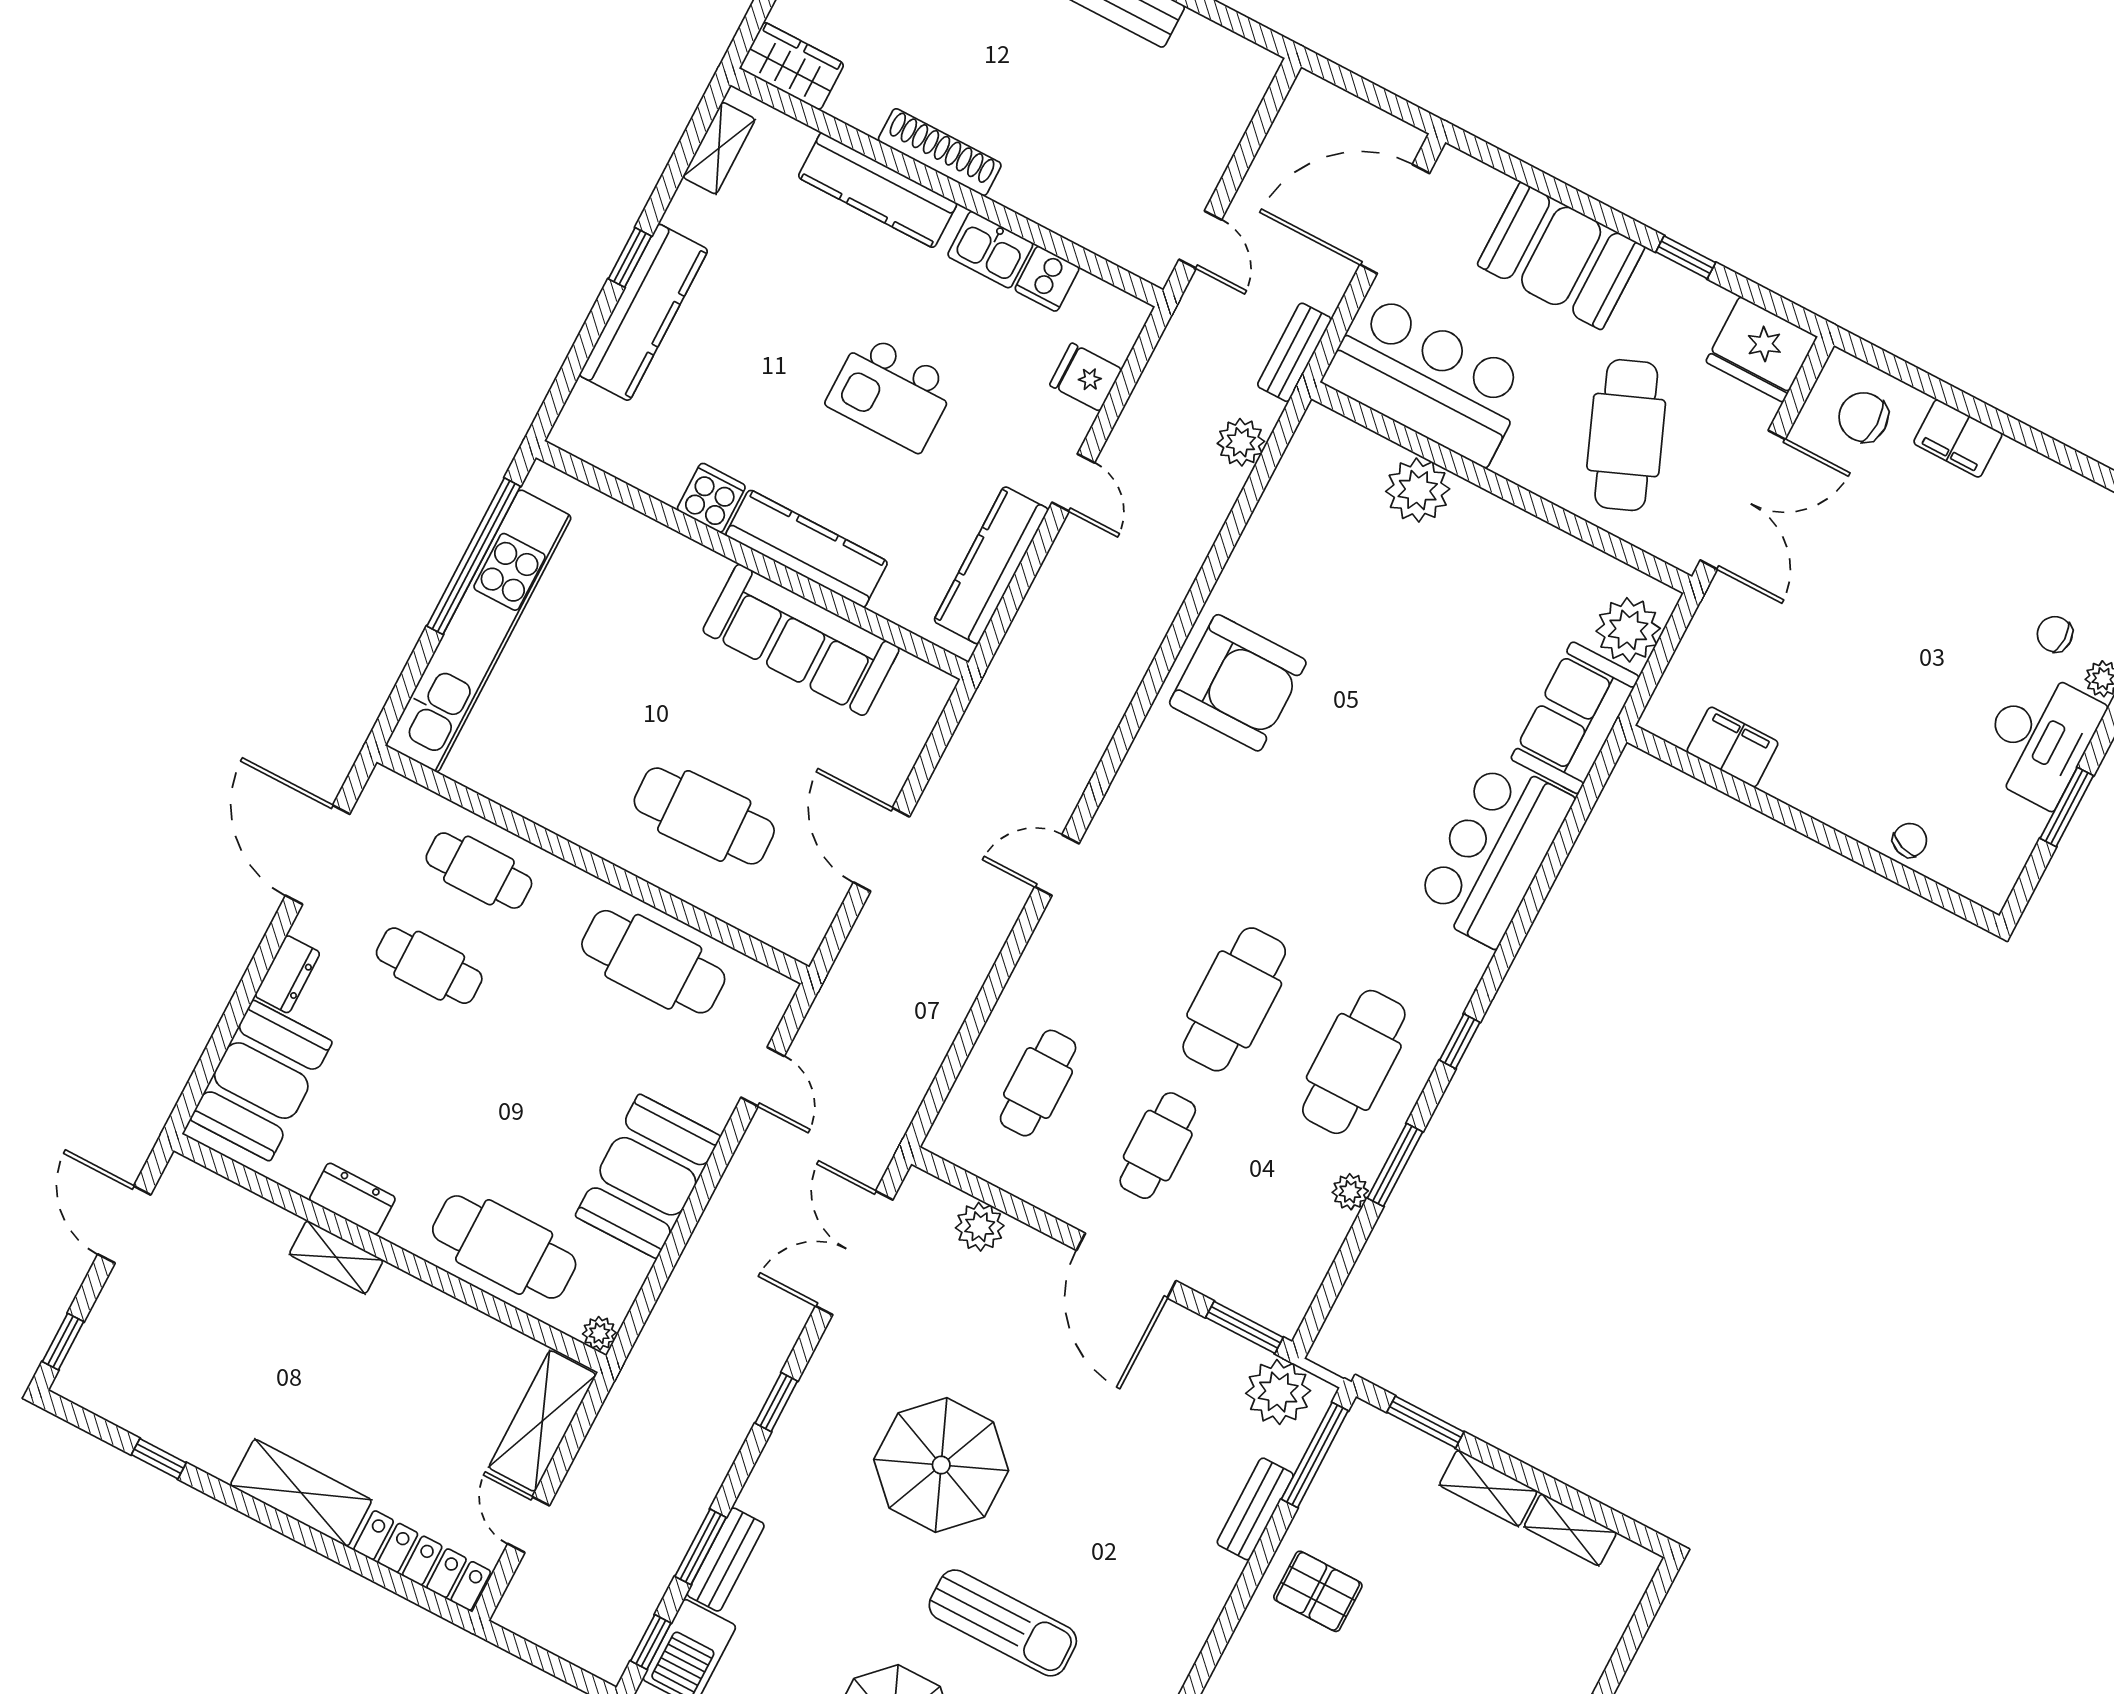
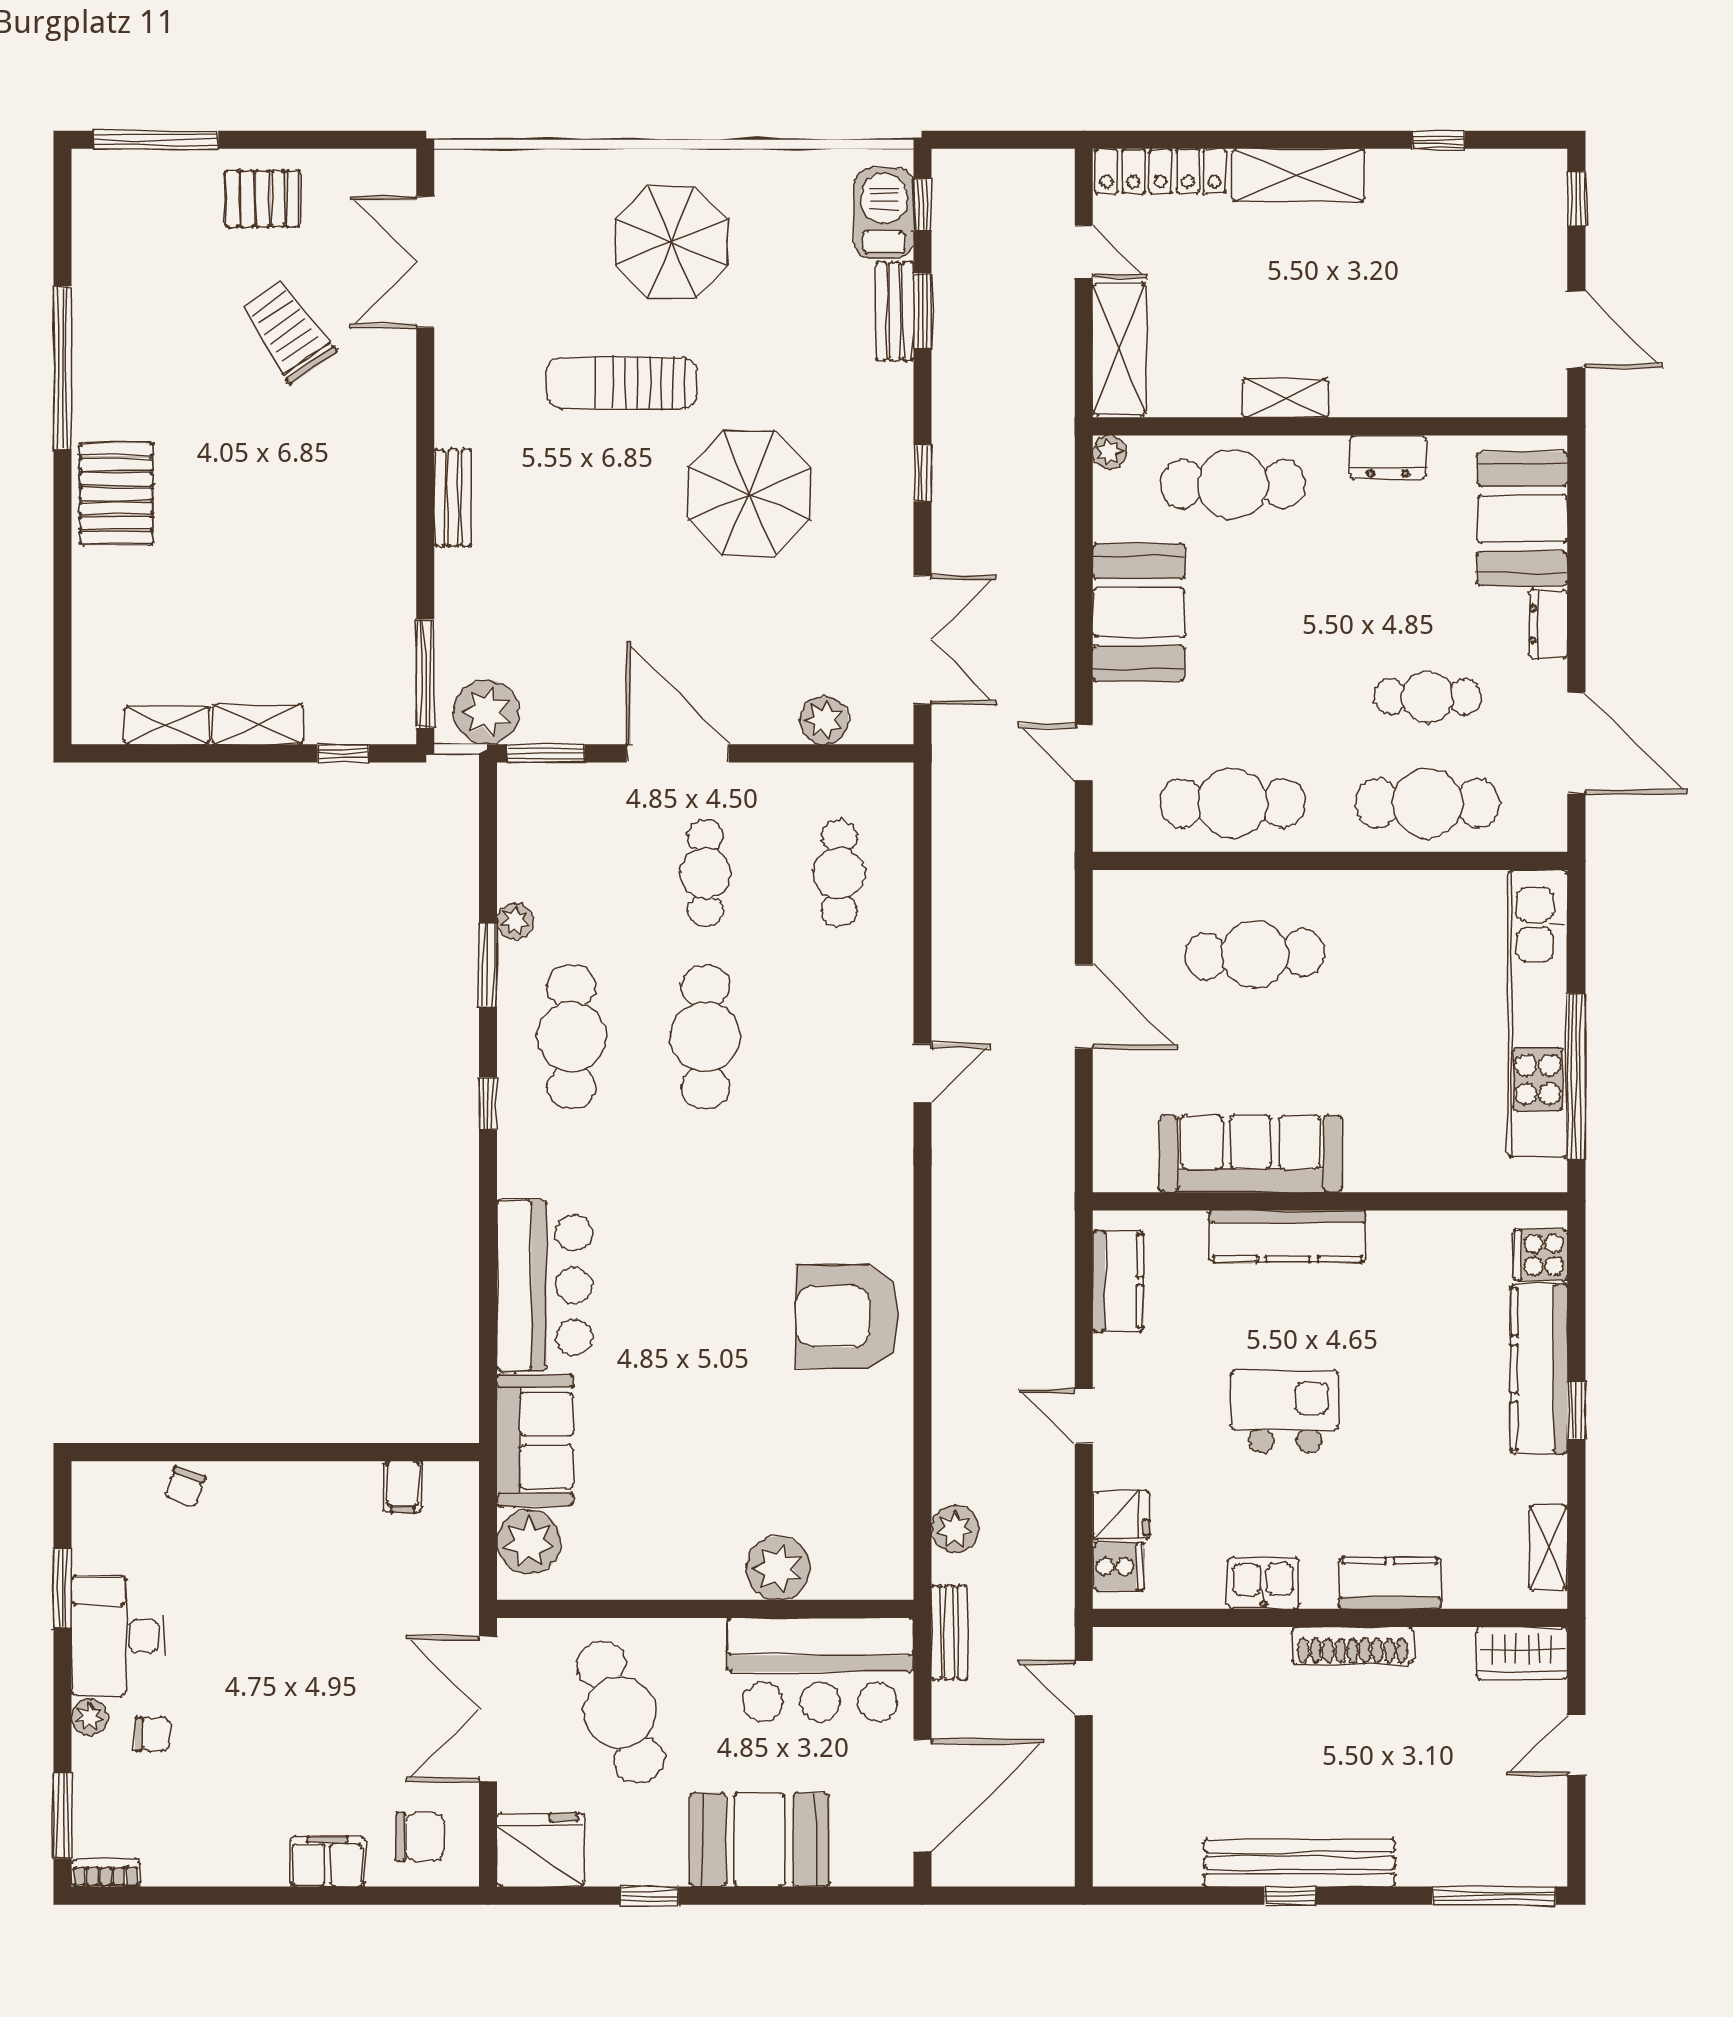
kitchen counter: (877, 190) -> (1390, 1583), width x0.67
cooker: (1047, 279) -> (1118, 1567), moved, turned 90
cooker: (711, 498) -> (1541, 1255), moved, turned 90
kitchen counter: (991, 565) -> (1118, 1281), width x0.67
filing cabinet: (1733, 747) -> (403, 1487), width x0.50
cafe table: (479, 871) -> (1428, 803), width x1.37, depth x1.35
shelving: (336, 1257) -> (1285, 398), moved
window: (1425, 1422) -> (343, 753), width x0.67
bench: (1255, 1509) -> (453, 498), moved
pallet: (1318, 1591) -> (360, 555), removed

